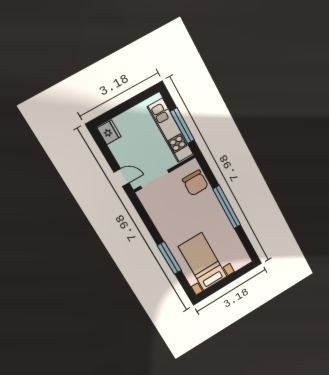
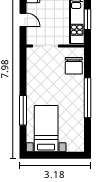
window: (182, 126) -> (87, 19), width x0.69
door: (121, 177) -> (23, 20), moved

